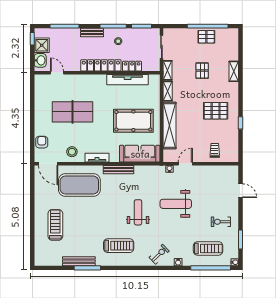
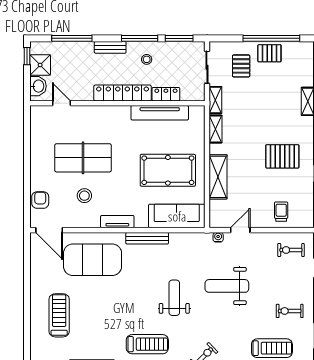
pallet: (202, 71) -> (241, 66), moved
shelving: (169, 125) -> (218, 177), width x0.68
stool: (72, 152) -> (84, 196), moved
exercise bike: (222, 178) -> (291, 250), added

